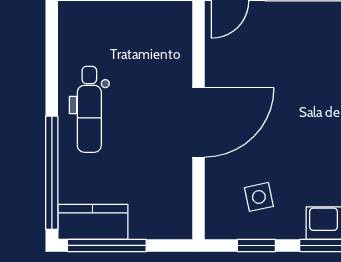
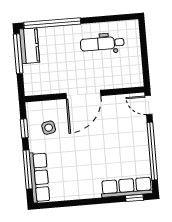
dental chair: (89, 109) -> (102, 44), moved
door: (199, 122) -> (83, 94), hinge flipped

